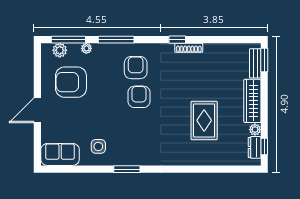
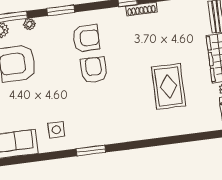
window: (116, 40) -> (61, 10), width x0.69
armchair: (136, 68) -> (86, 38), turned 90

